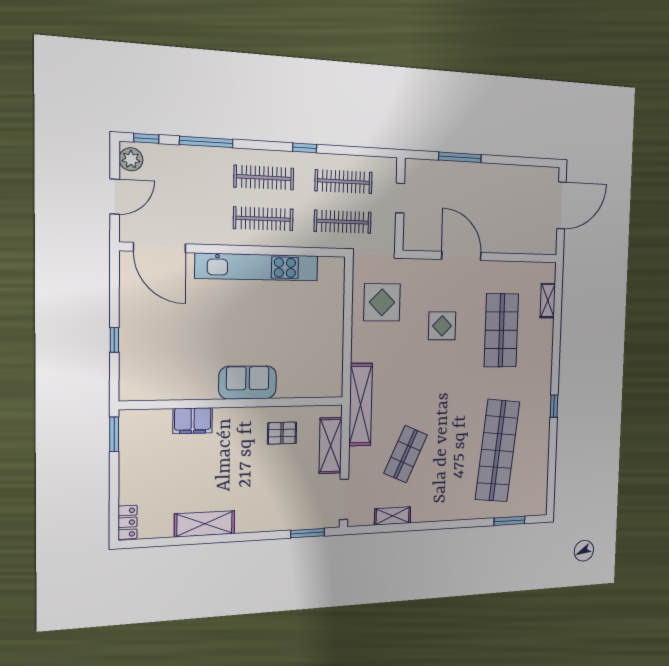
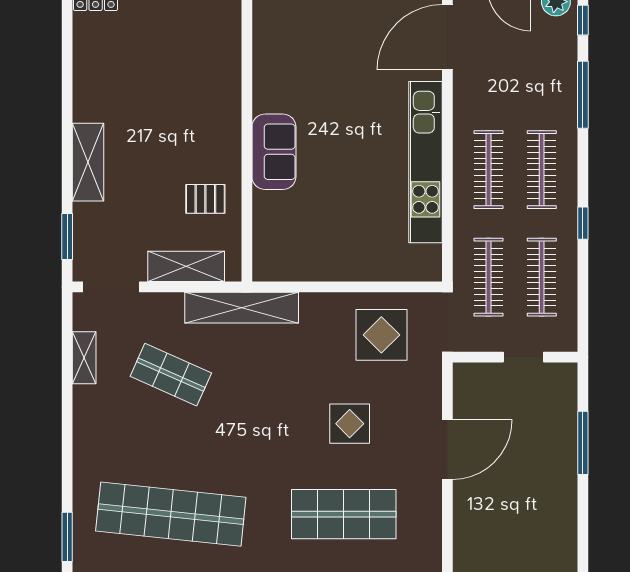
filing cabinet: (193, 421) -> (225, 81), removed
pallet: (282, 433) -> (205, 199), turned 90
shelving: (205, 524) -> (88, 162), moved

